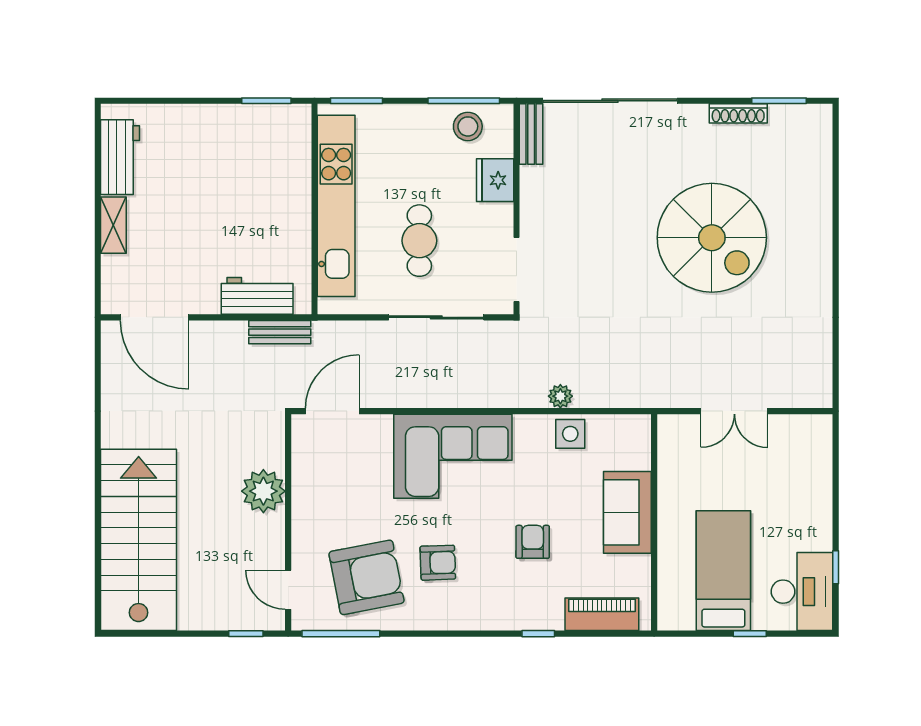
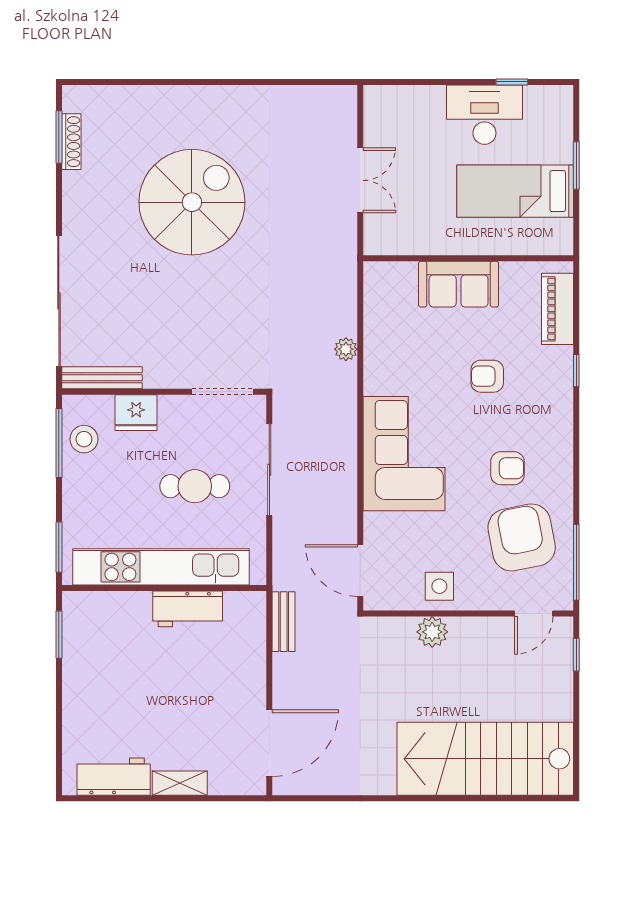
shoe rack: (738, 113) -> (71, 142), moved
bench: (531, 134) -> (102, 378), width x1.36
workbench: (257, 296) -> (188, 609), moved, turned -90
side table: (570, 434) -> (439, 586), moved
plant: (263, 491) -> (432, 632), width x0.73, depth x0.73
armchair: (438, 563) -> (507, 468), turned 92
desk: (802, 592) -> (484, 115), moved
window: (750, 634) -> (576, 165), width x1.50

